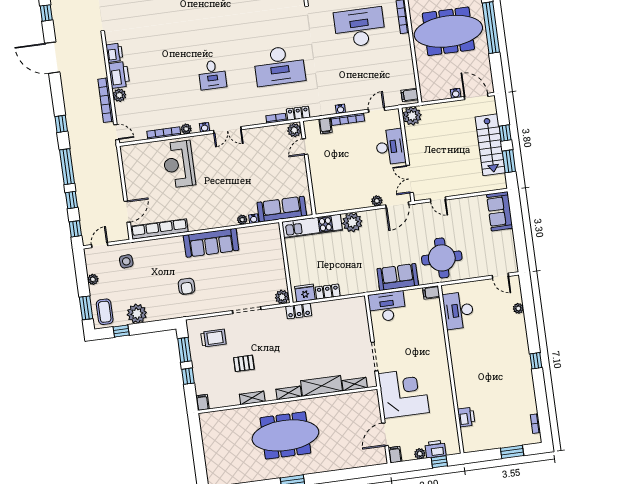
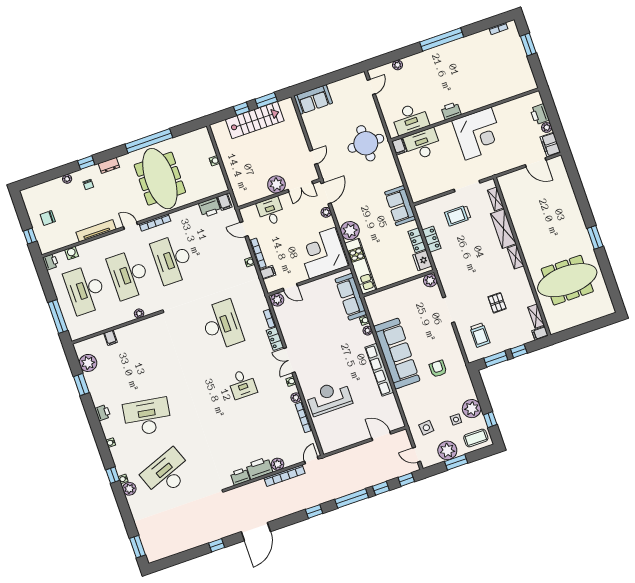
desk: (212, 75) -> (242, 384), turned 90
printer: (407, 78) -> (210, 207), added
door: (476, 96) -> (214, 142), removed
locker: (298, 113) -> (275, 339), moved
plant: (412, 116) -> (276, 184), moved
double door: (227, 130) -> (289, 360), swing flipped
desk: (390, 147) -> (271, 211), width x0.73
reception desk: (179, 164) -> (329, 398), turned 180
corner desk: (334, 188) -> (322, 253), added
door: (397, 205) -> (326, 193), hinge flipped
row of seats: (159, 229) -> (379, 370), moved
sofa: (211, 243) -> (397, 354), width x1.36, depth x1.27
sofa: (398, 277) -> (400, 206), moved
plant: (93, 279) -> (447, 450), width x1.87, depth x1.87
armchair: (187, 286) -> (438, 369), turned -90
side table: (129, 295) -> (456, 420), added
desk: (387, 307) -> (422, 144), moved, turned 90
window: (86, 308) -> (456, 462), moved
locker: (299, 311) -> (432, 239), moved
trolley: (213, 338) -> (480, 335), turned 180
trolley: (345, 340) -> (458, 216), added
window: (536, 361) -> (442, 39), width x3.17
corner desk: (404, 393) -> (478, 134), moved, turned 180
shelving: (252, 398) -> (536, 316), moved
printer: (466, 417) -> (451, 111), moved
meeting table: (285, 435) -> (567, 280), moved, turned 90
filing cabinet: (395, 455) -> (550, 145), width x2.00
window: (439, 462) -> (550, 108), removed

